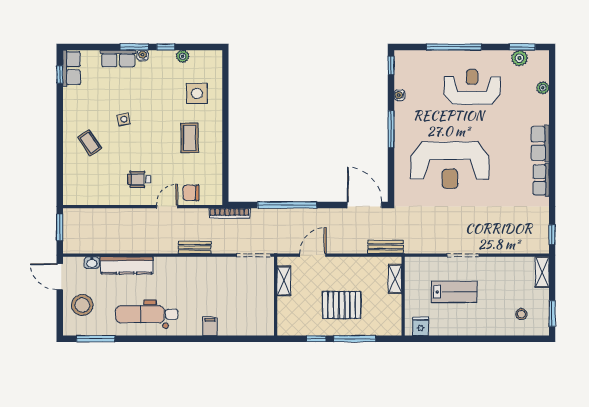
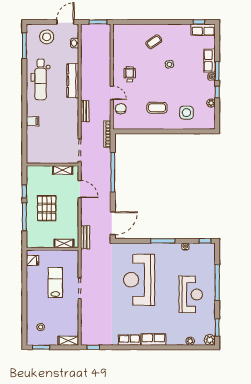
plant: (520, 58) -> (210, 340), moved
kitchen counter: (127, 265) -> (73, 81), moved
lab bench: (454, 292) -> (55, 283), turned 180
dental chair: (147, 314) -> (41, 79), turned 180

